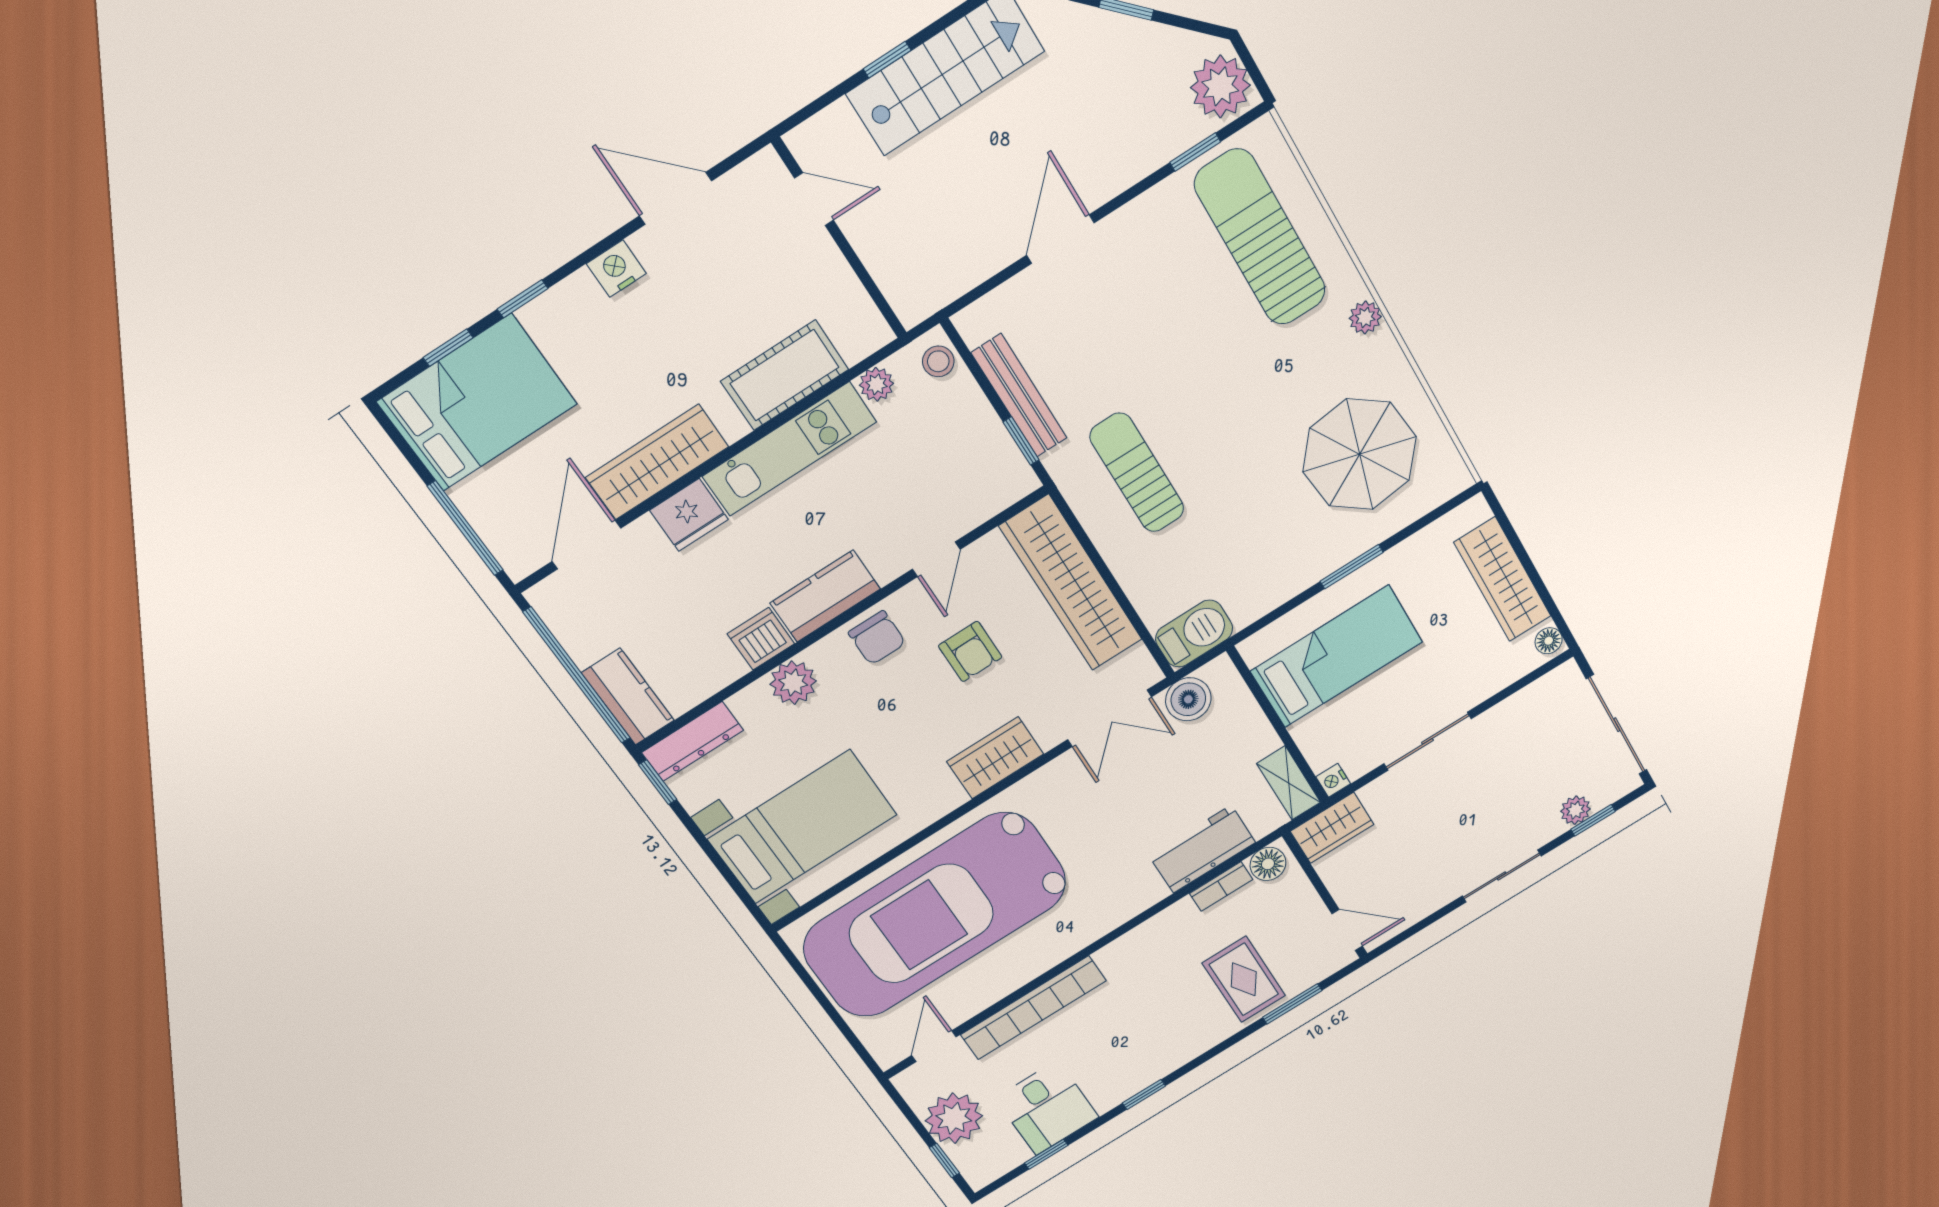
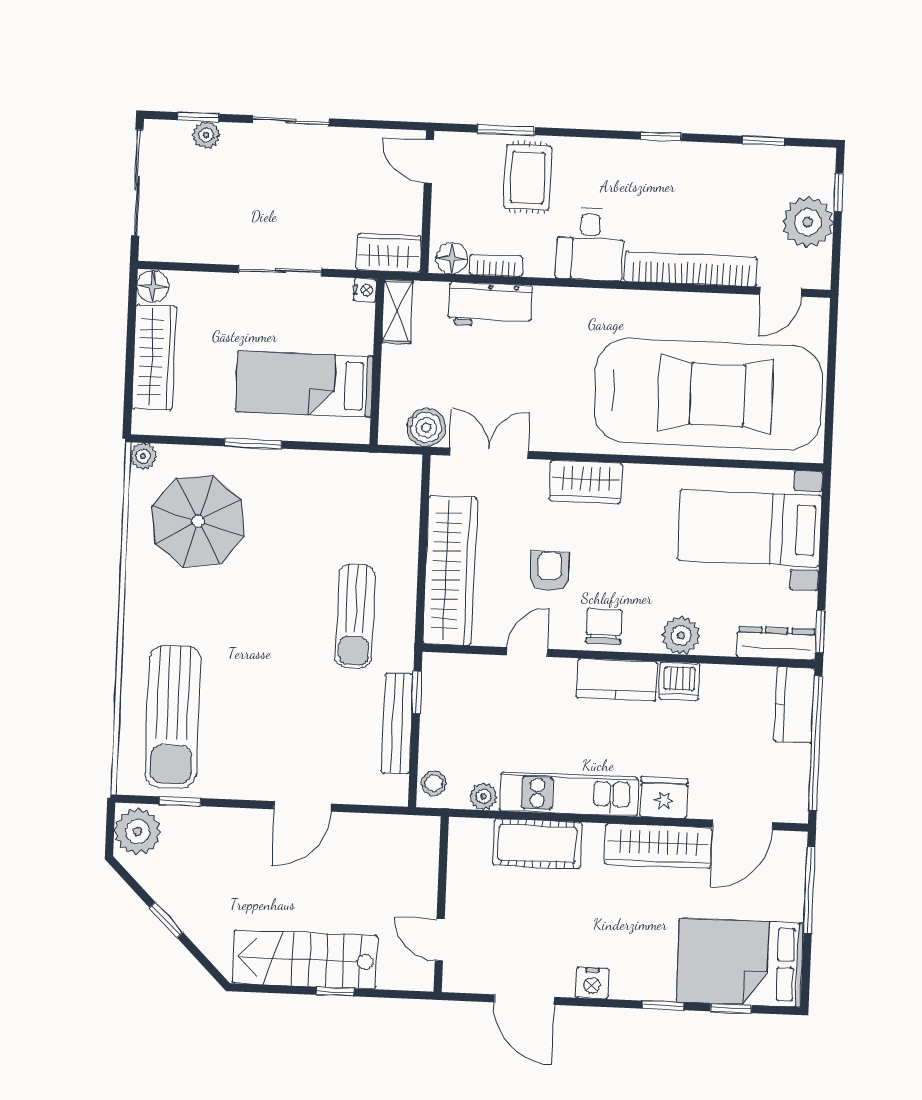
plant: (1365, 317) -> (143, 456), moved
barbecue: (1194, 634) -> (391, 473), removed
floor lamp: (1549, 641) -> (153, 286), width x1.37, depth x1.37
desk: (1047, 1108) -> (590, 244), moved, turned 180

